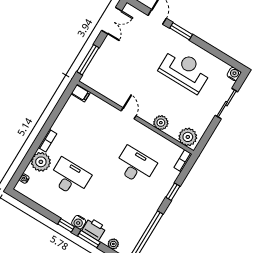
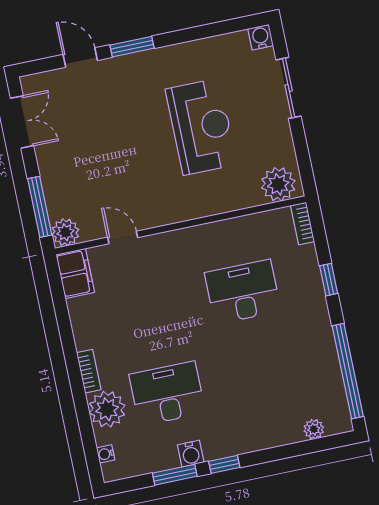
reception desk: (185, 70) -> (201, 127), moved, turned 90
filing cabinet: (81, 93) -> (75, 273), width x2.00
door: (129, 113) -> (123, 237), moved
plant: (161, 123) -> (65, 232), moved
water cooler: (79, 222) -> (191, 454), moved
printer: (94, 229) -> (268, 433), removed
window: (89, 239) -> (175, 475), moved

